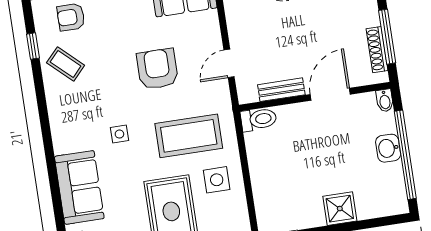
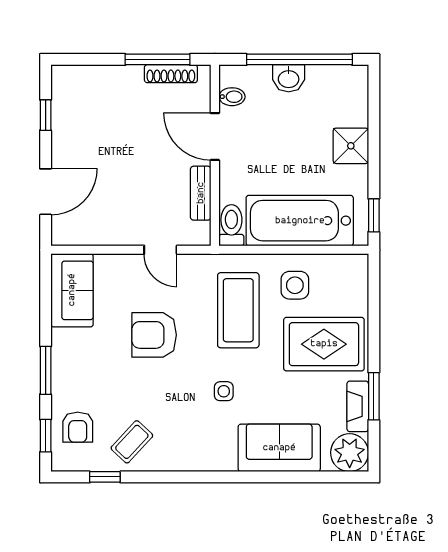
bidet: (385, 100) -> (232, 97), moved
bathtub: (271, 176) -> (300, 221), added

